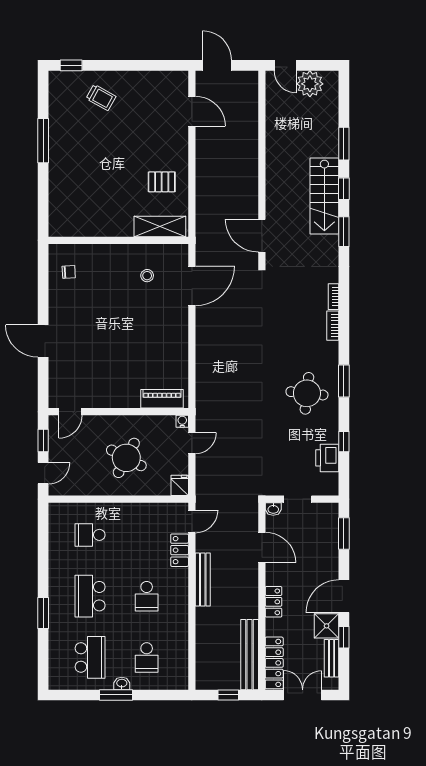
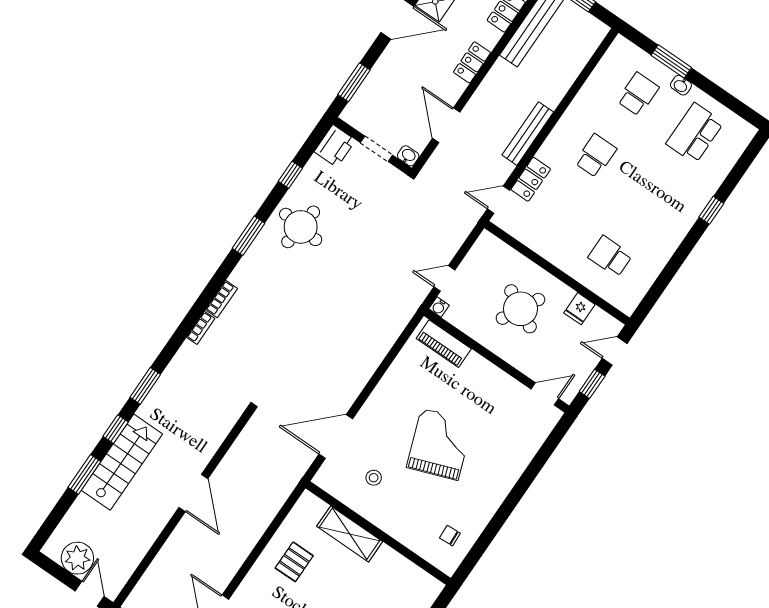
pallet: (162, 182) -> (294, 562), turned 90
stairs: (324, 196) -> (122, 462), moved
shelving: (160, 226) -> (350, 534), moved
door: (262, 236) -> (193, 493), moved
grand piano: (118, 329) -> (440, 444), added
door: (43, 341) -> (523, 484), removed
round table: (307, 393) -> (301, 227), moved
printer: (327, 458) -> (335, 146), moved
fridge: (180, 485) -> (579, 309), moved
school desk: (90, 535) -> (610, 256), turned 180
school desk: (90, 596) -> (652, 195), removed
window: (43, 613) -> (711, 210), width x0.67
window: (116, 695) -> (671, 61), moved

